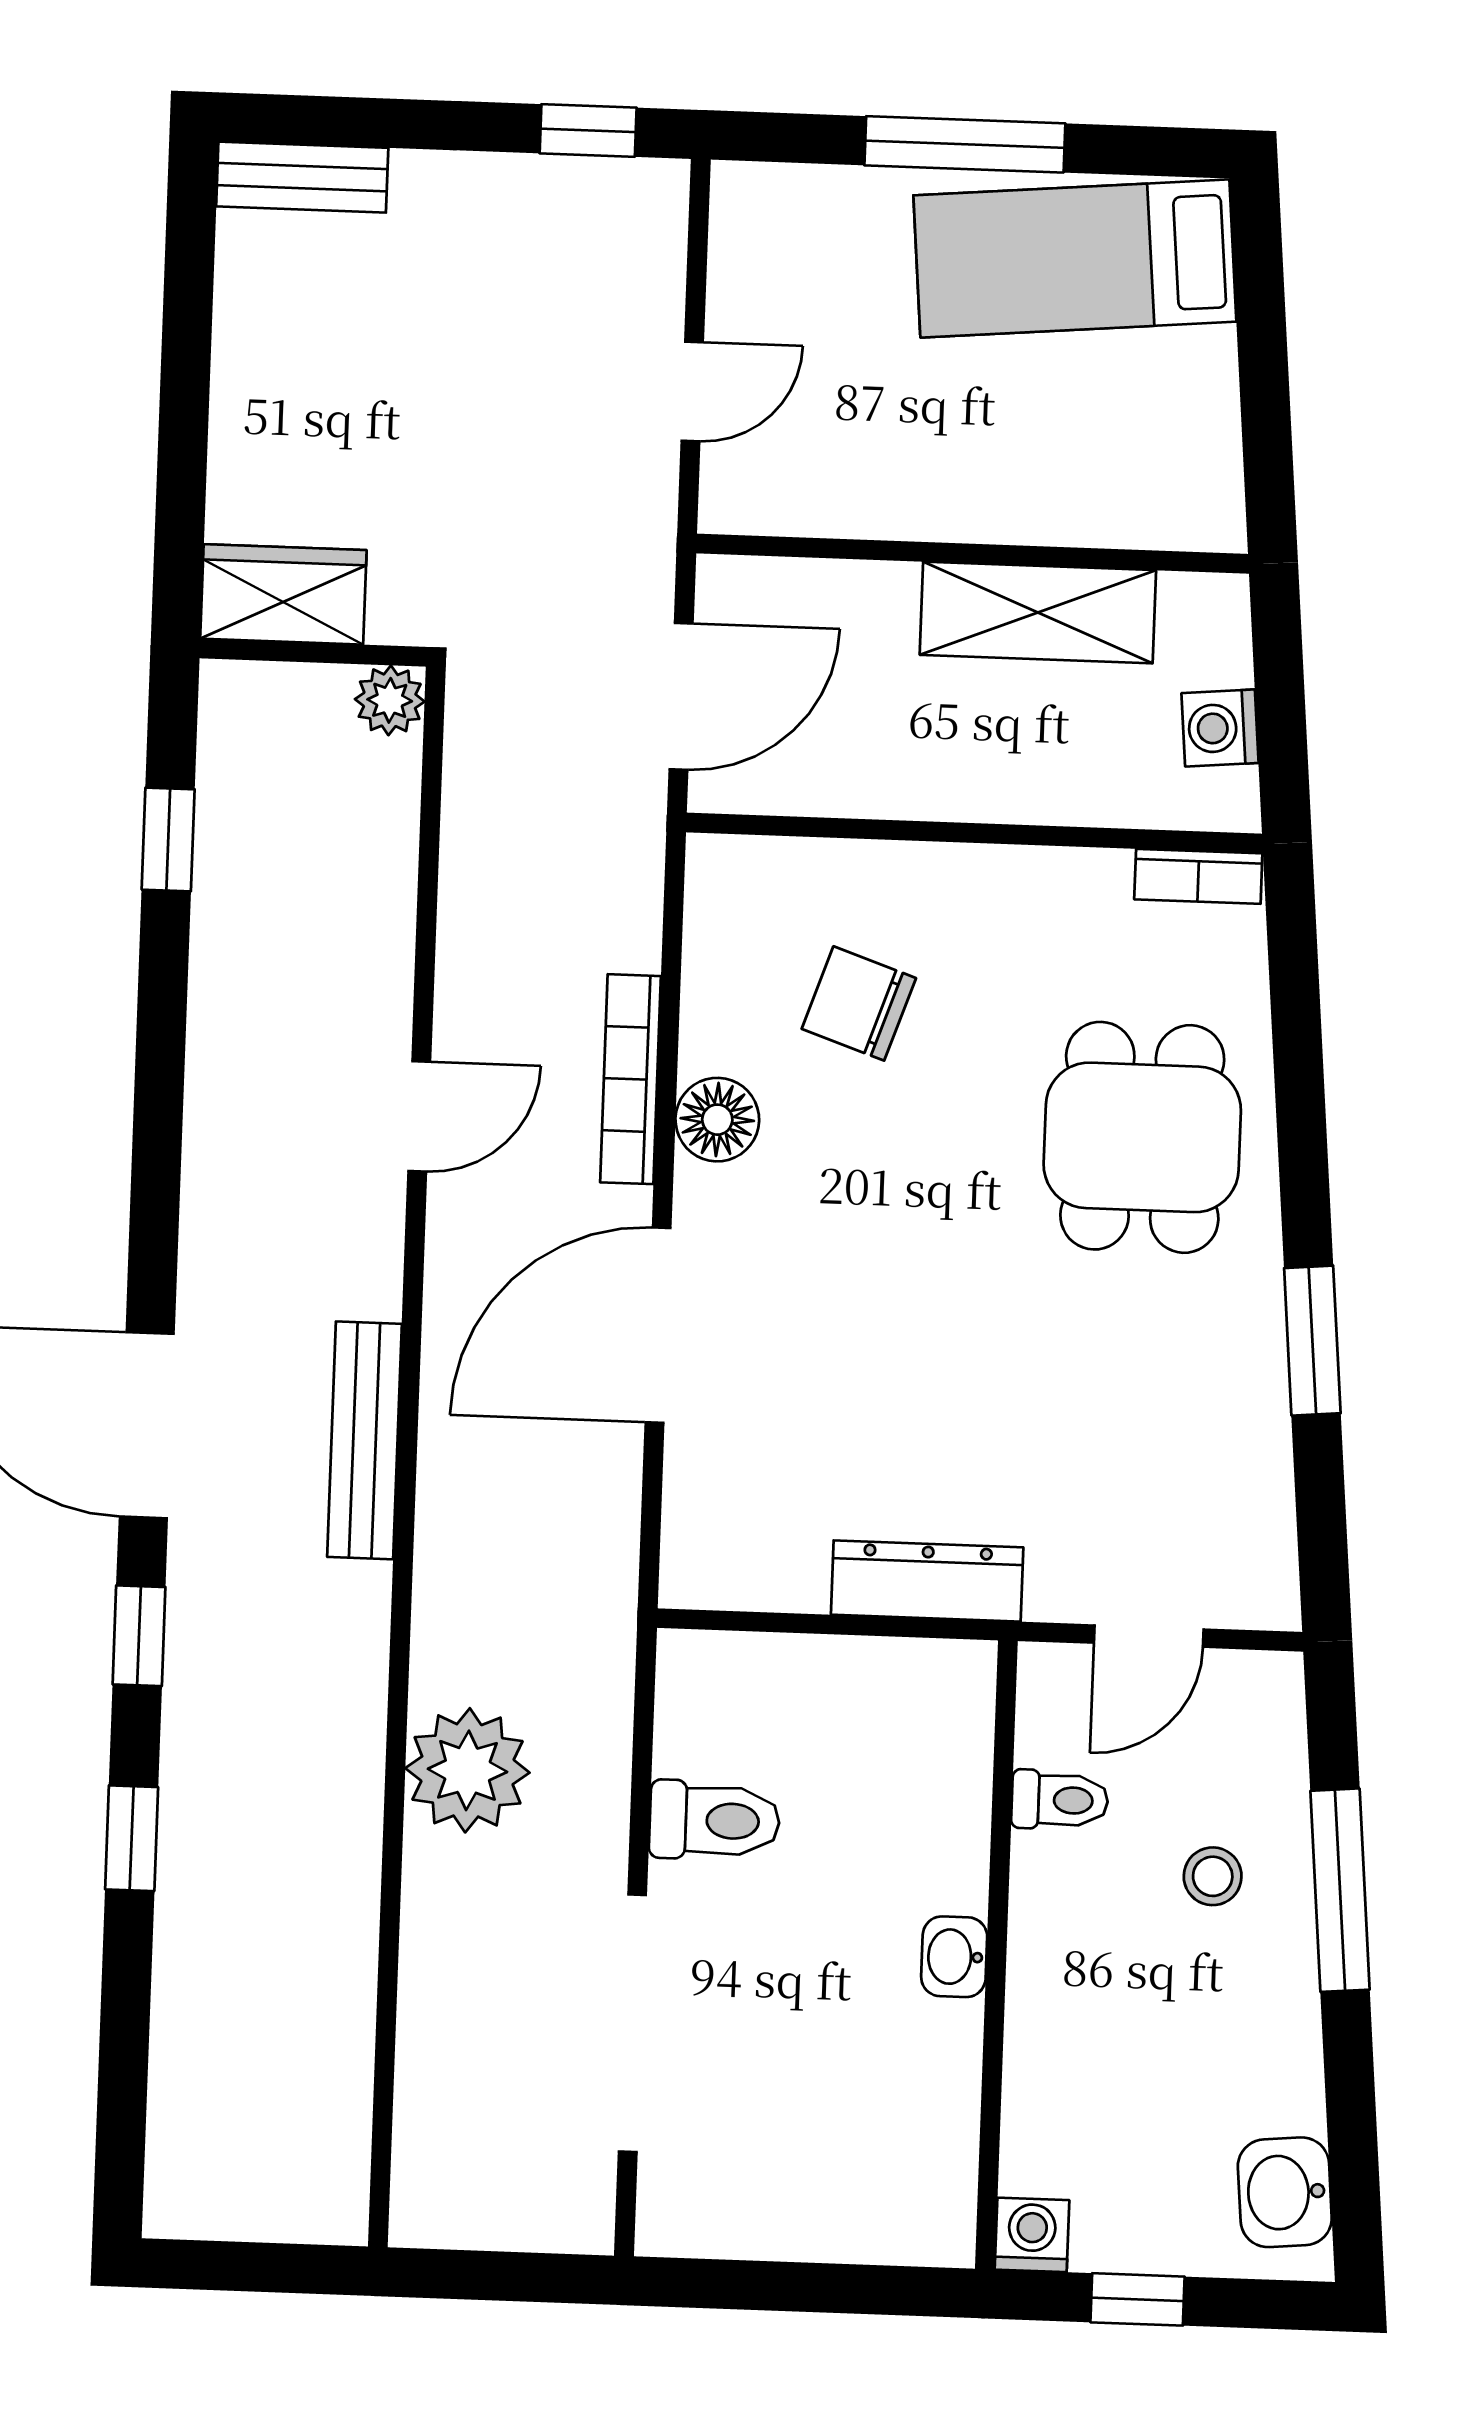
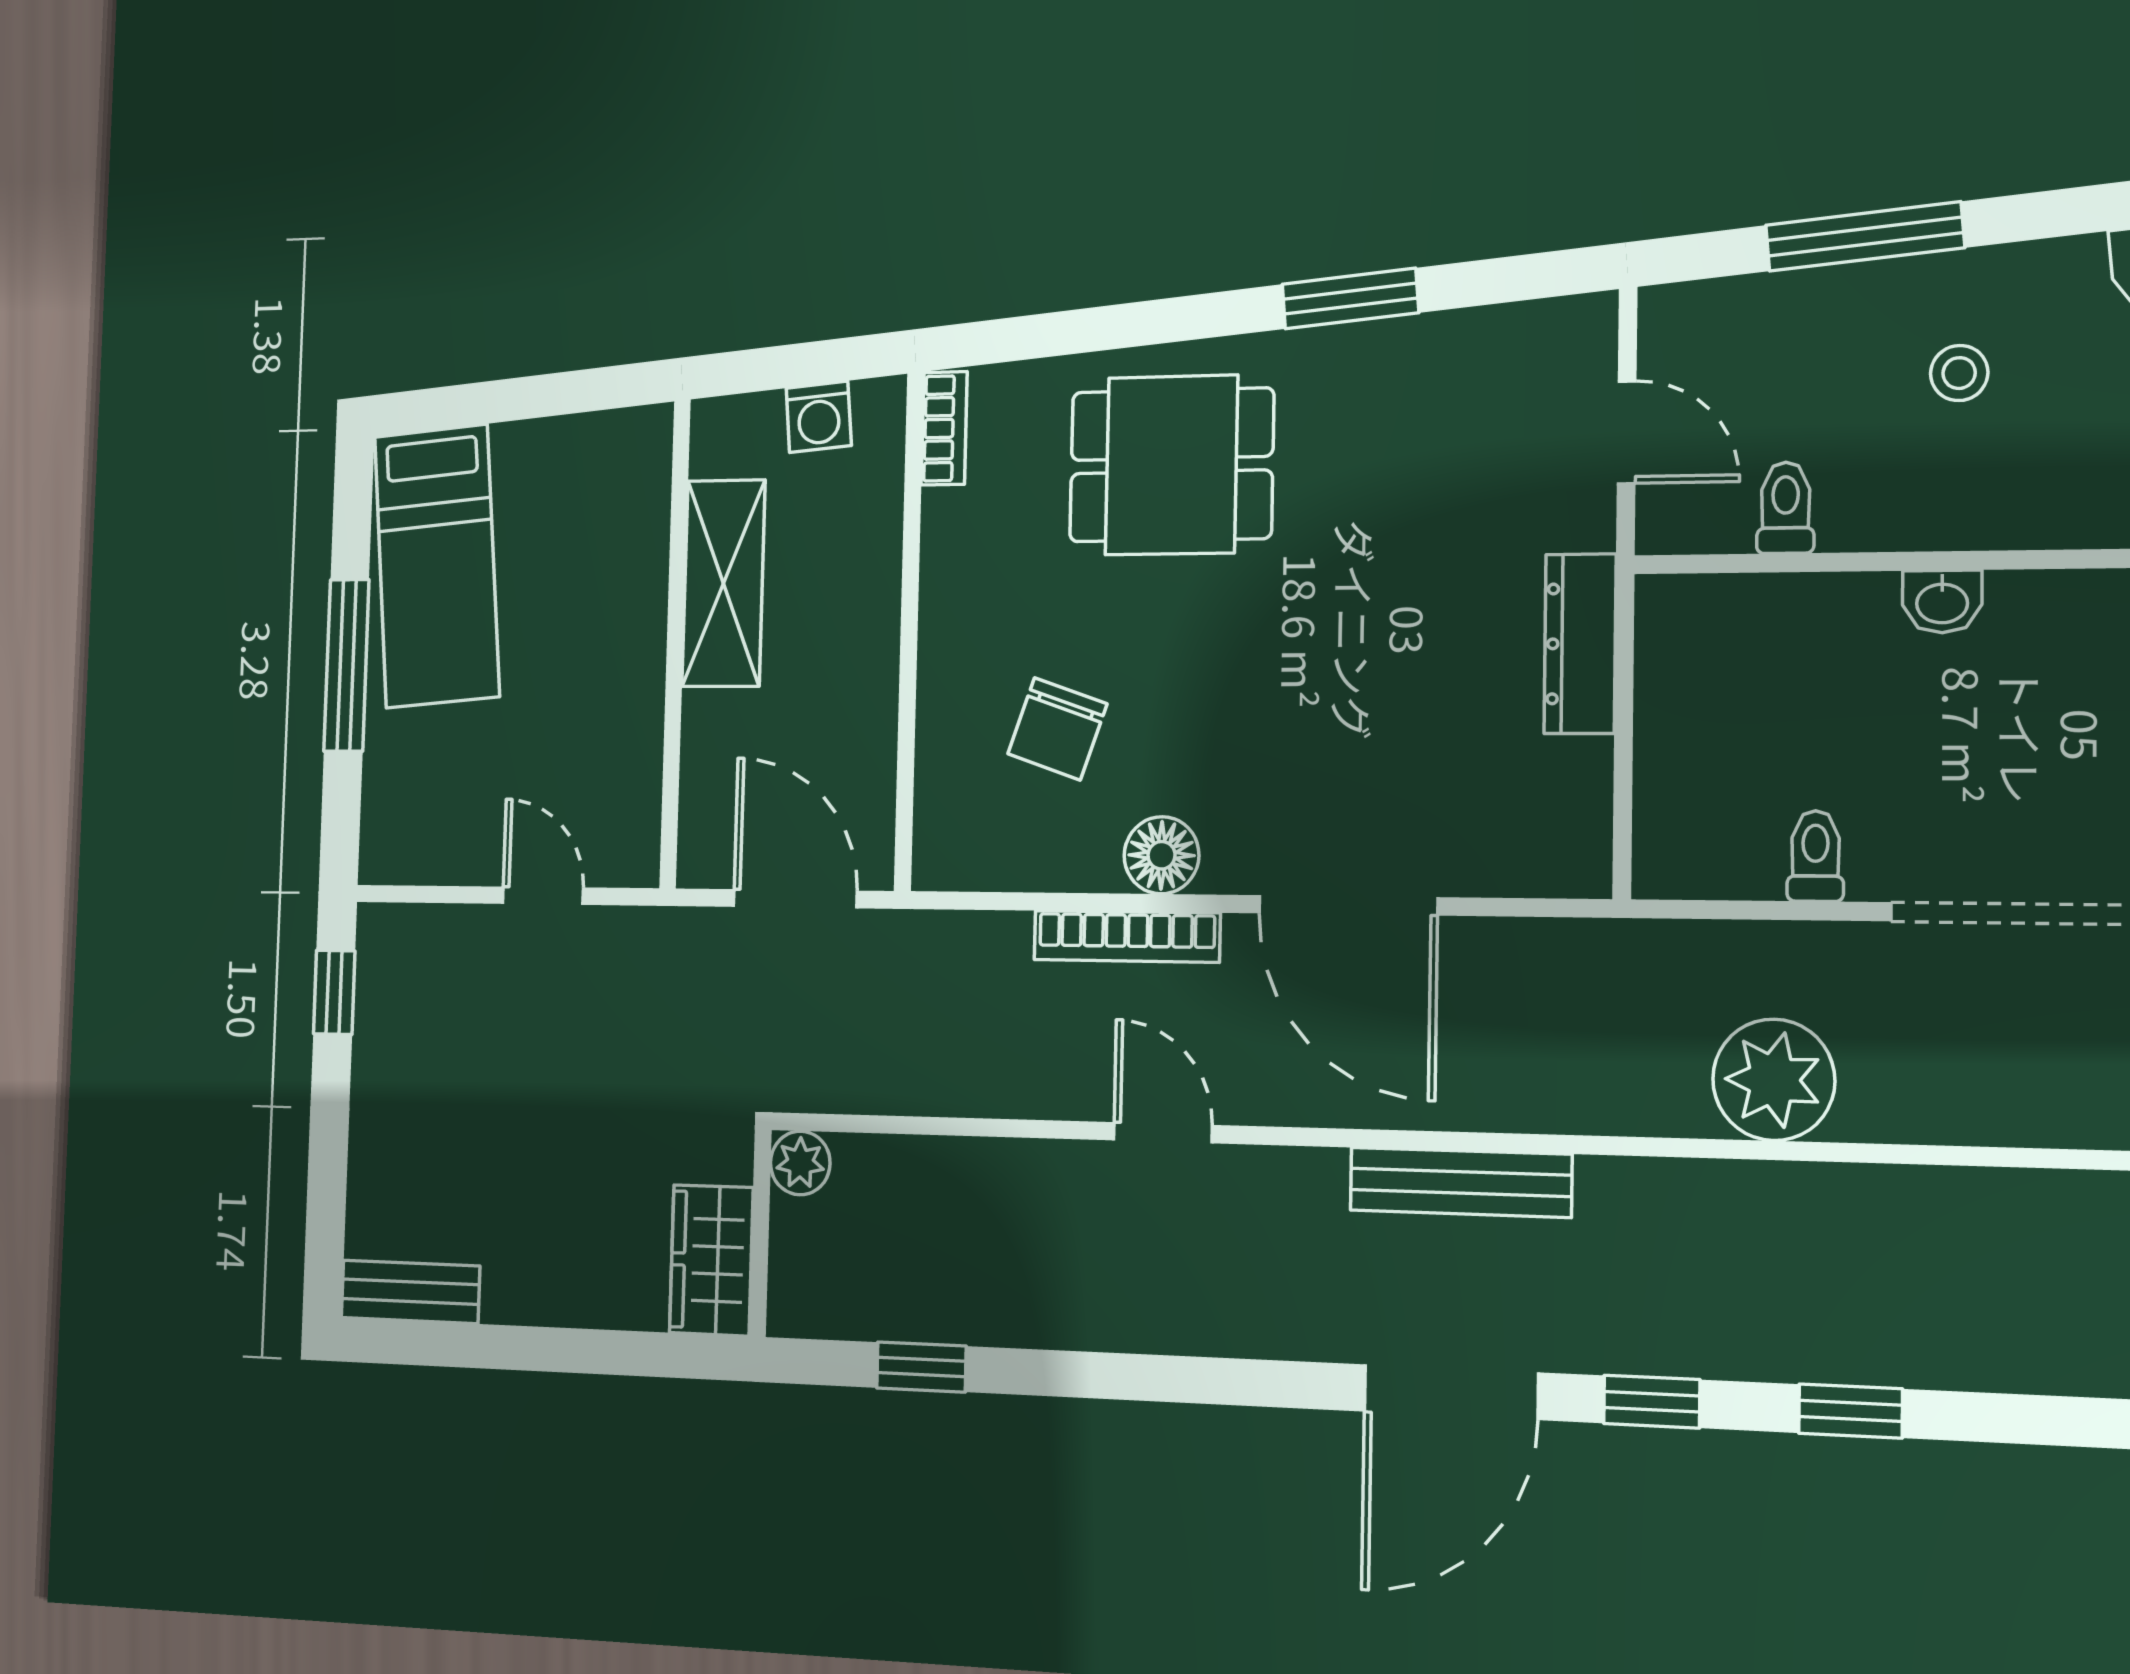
bench: (302, 177) -> (410, 1292), moved, turned 90
toilet: (715, 1821) -> (1815, 856), width x0.73, depth x0.72
stool: (1213, 1876) -> (1959, 373), moved

